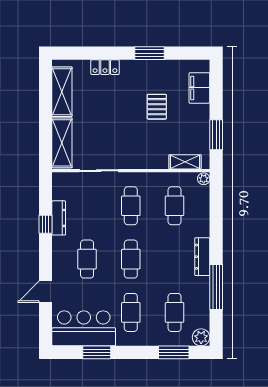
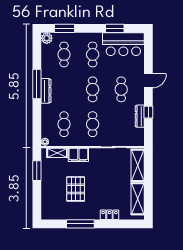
window: (150, 53) -> (80, 224), width x1.44
filing cabinet: (199, 88) -> (78, 155), moved, turned 90
pallet: (157, 107) -> (76, 189), width x1.50, depth x1.42
window: (216, 287) -> (37, 84), moved
door: (46, 292) -> (148, 81), moved

